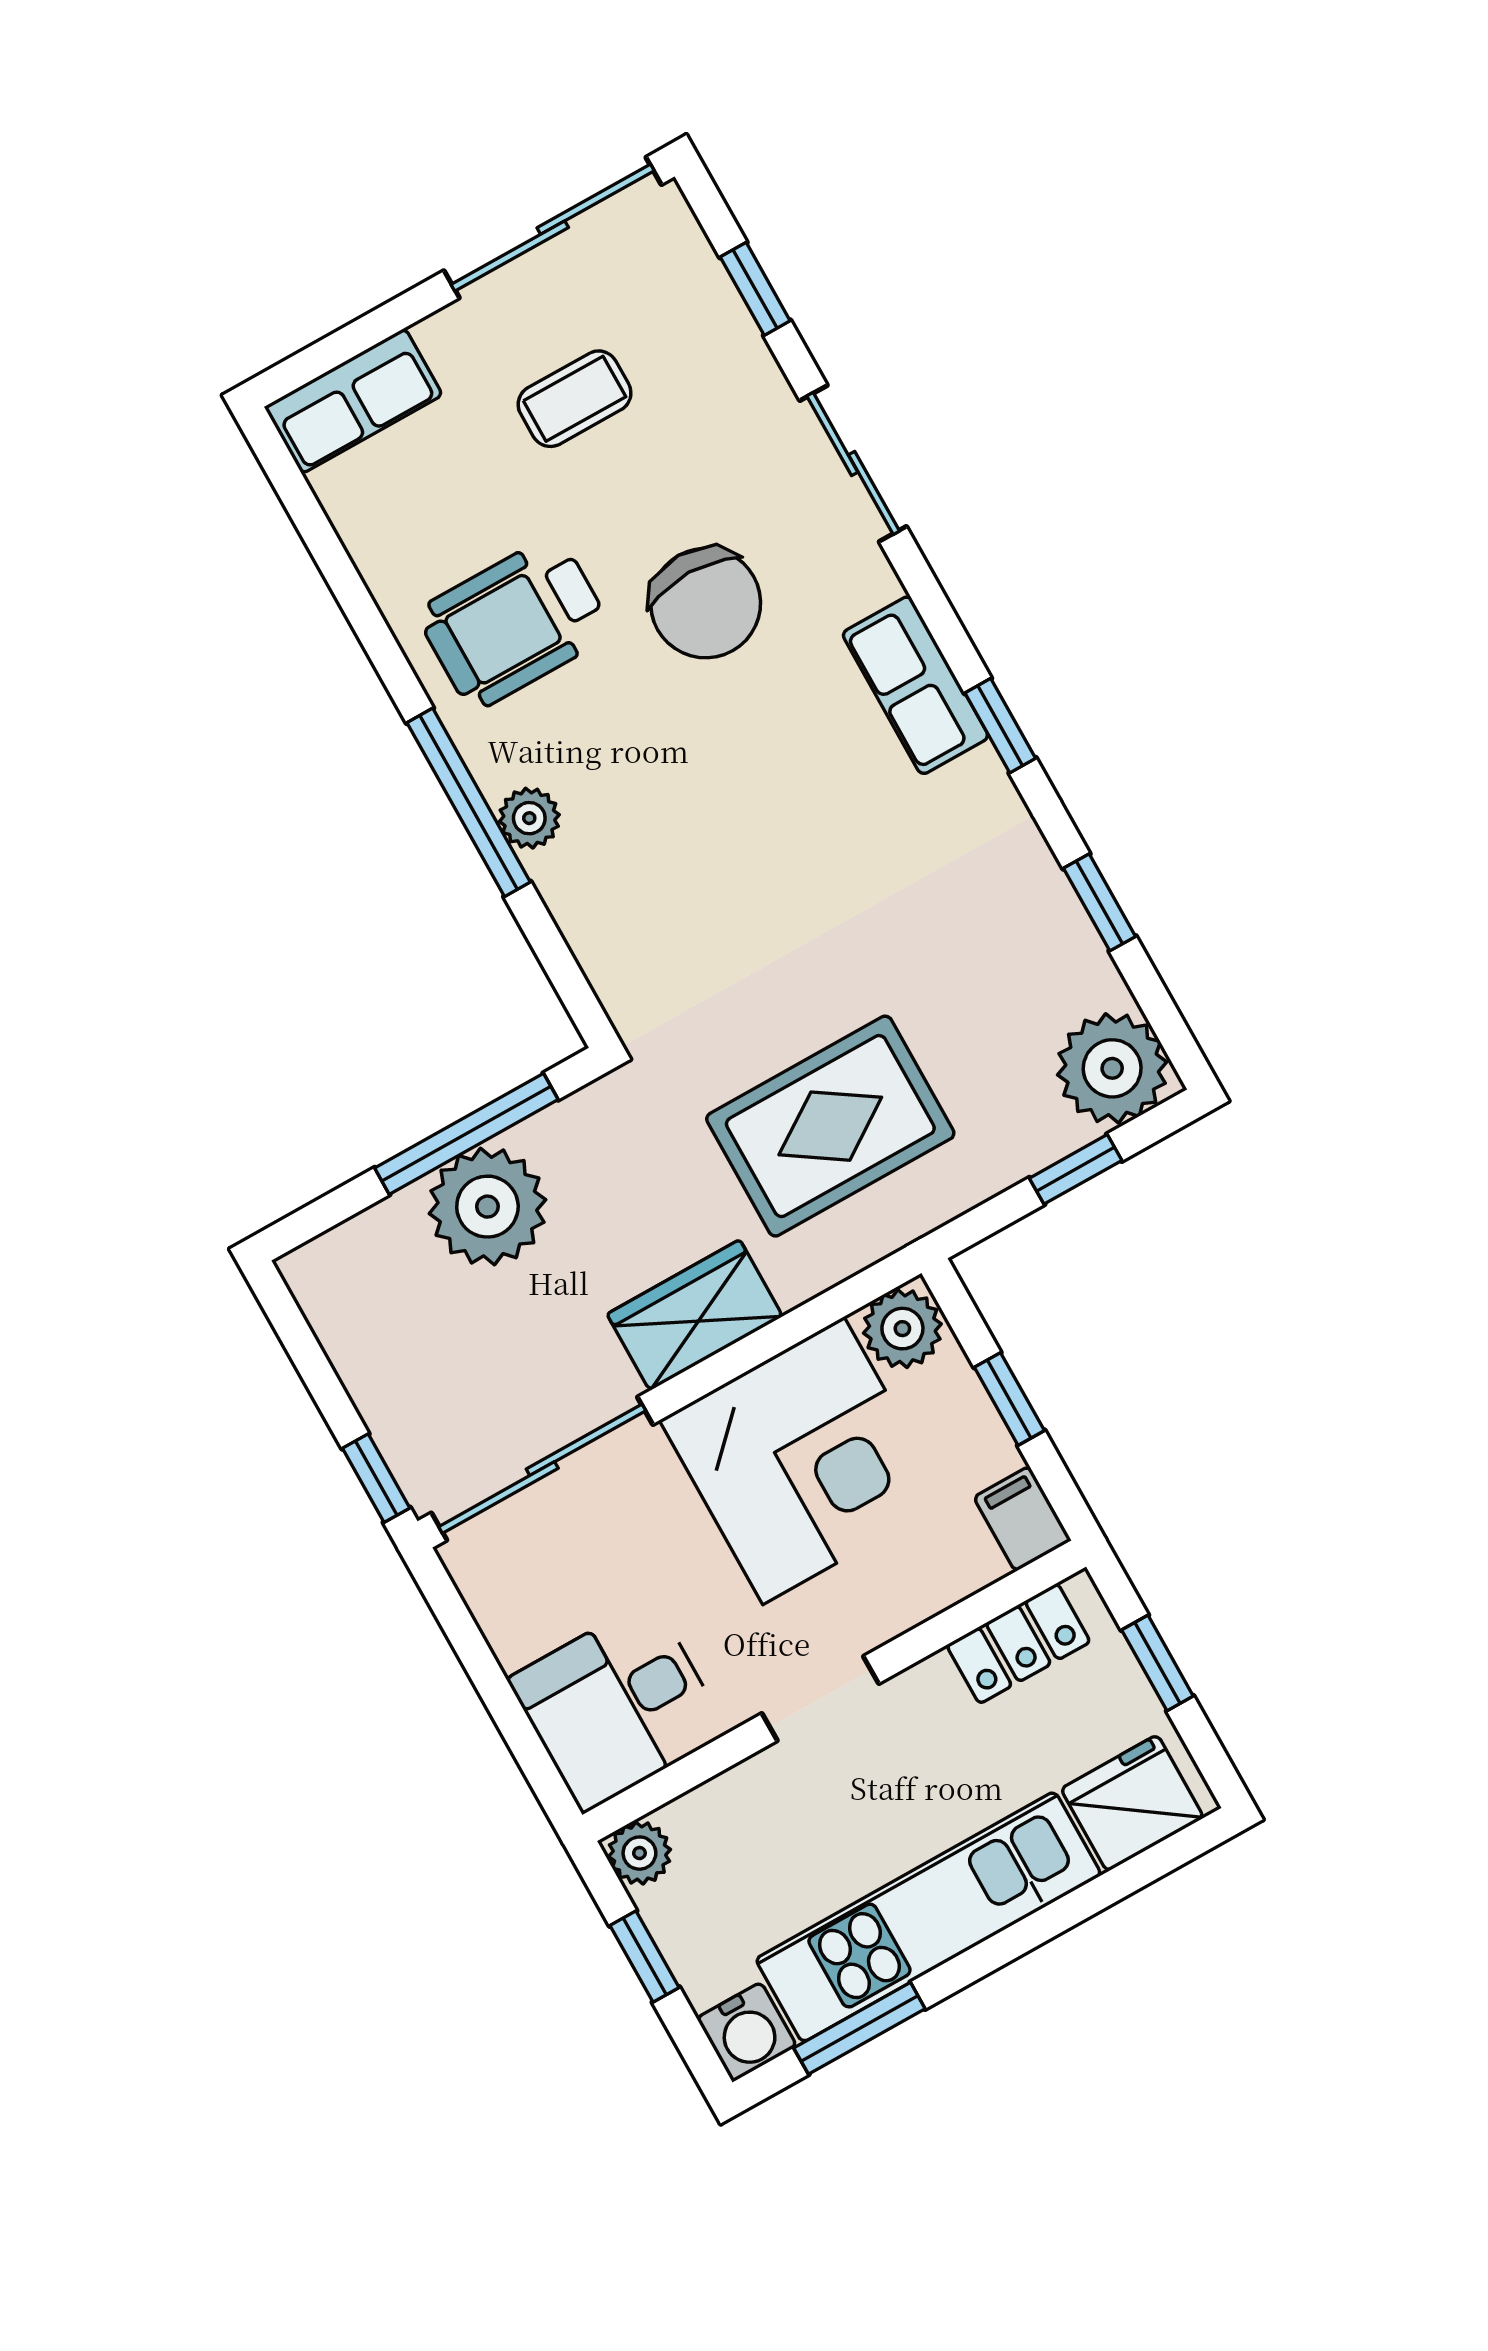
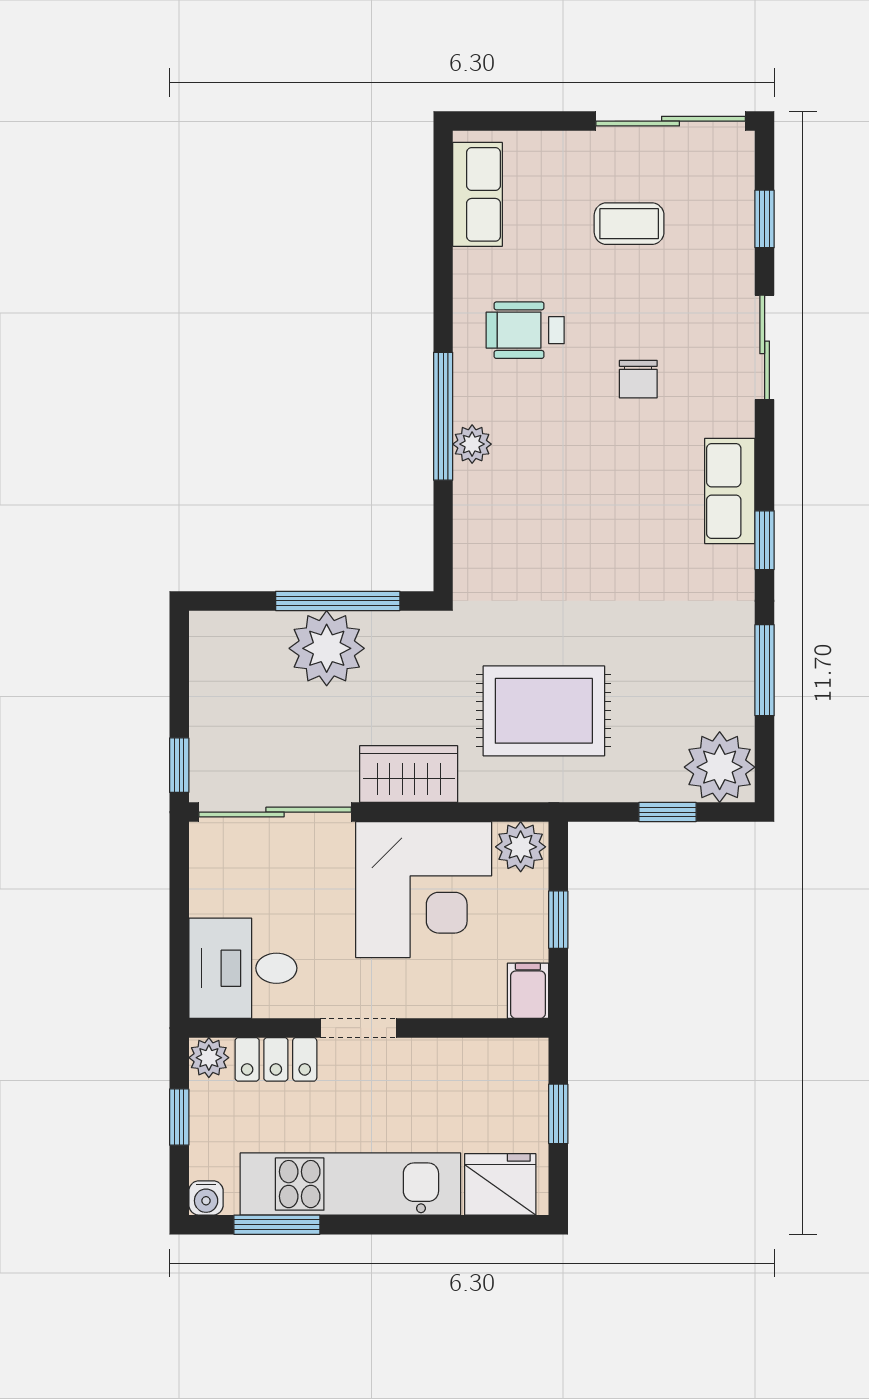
row of seats: (353, 401) -> (478, 194), moved, turned -90
chair: (706, 603) -> (638, 379), width x0.54, depth x0.54
wheelchair: (515, 623) -> (525, 330), width x0.73, depth x0.73
window: (1099, 902) -> (765, 670), width x1.50
locker: (1018, 1644) -> (276, 1059), moved
water cooler: (747, 2032) -> (206, 1198), width x0.72, depth x0.72

